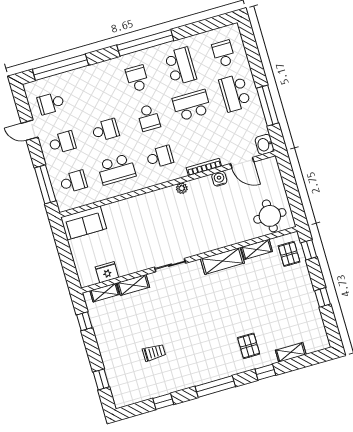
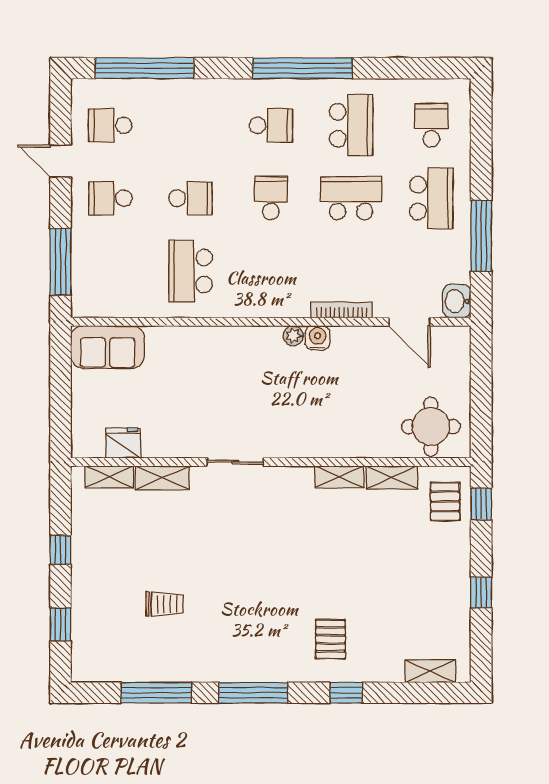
school desk: (137, 78) -> (271, 125), turned 90
school desk: (235, 93) -> (431, 198), turned 180
school desk: (149, 118) -> (271, 198), turned 180
school desk: (62, 142) -> (110, 198), turned 180
school desk: (160, 157) -> (271, 271), removed
school desk: (117, 169) -> (191, 271), turned 90
water cooler: (219, 179) -> (318, 338), moved
school desk: (73, 182) -> (110, 271), removed
shelving: (222, 261) -> (339, 477), width x0.67, depth x0.75
window: (84, 321) -> (61, 550), moved
shelving: (291, 352) -> (430, 671), moved
window: (163, 401) -> (156, 693), width x2.17

